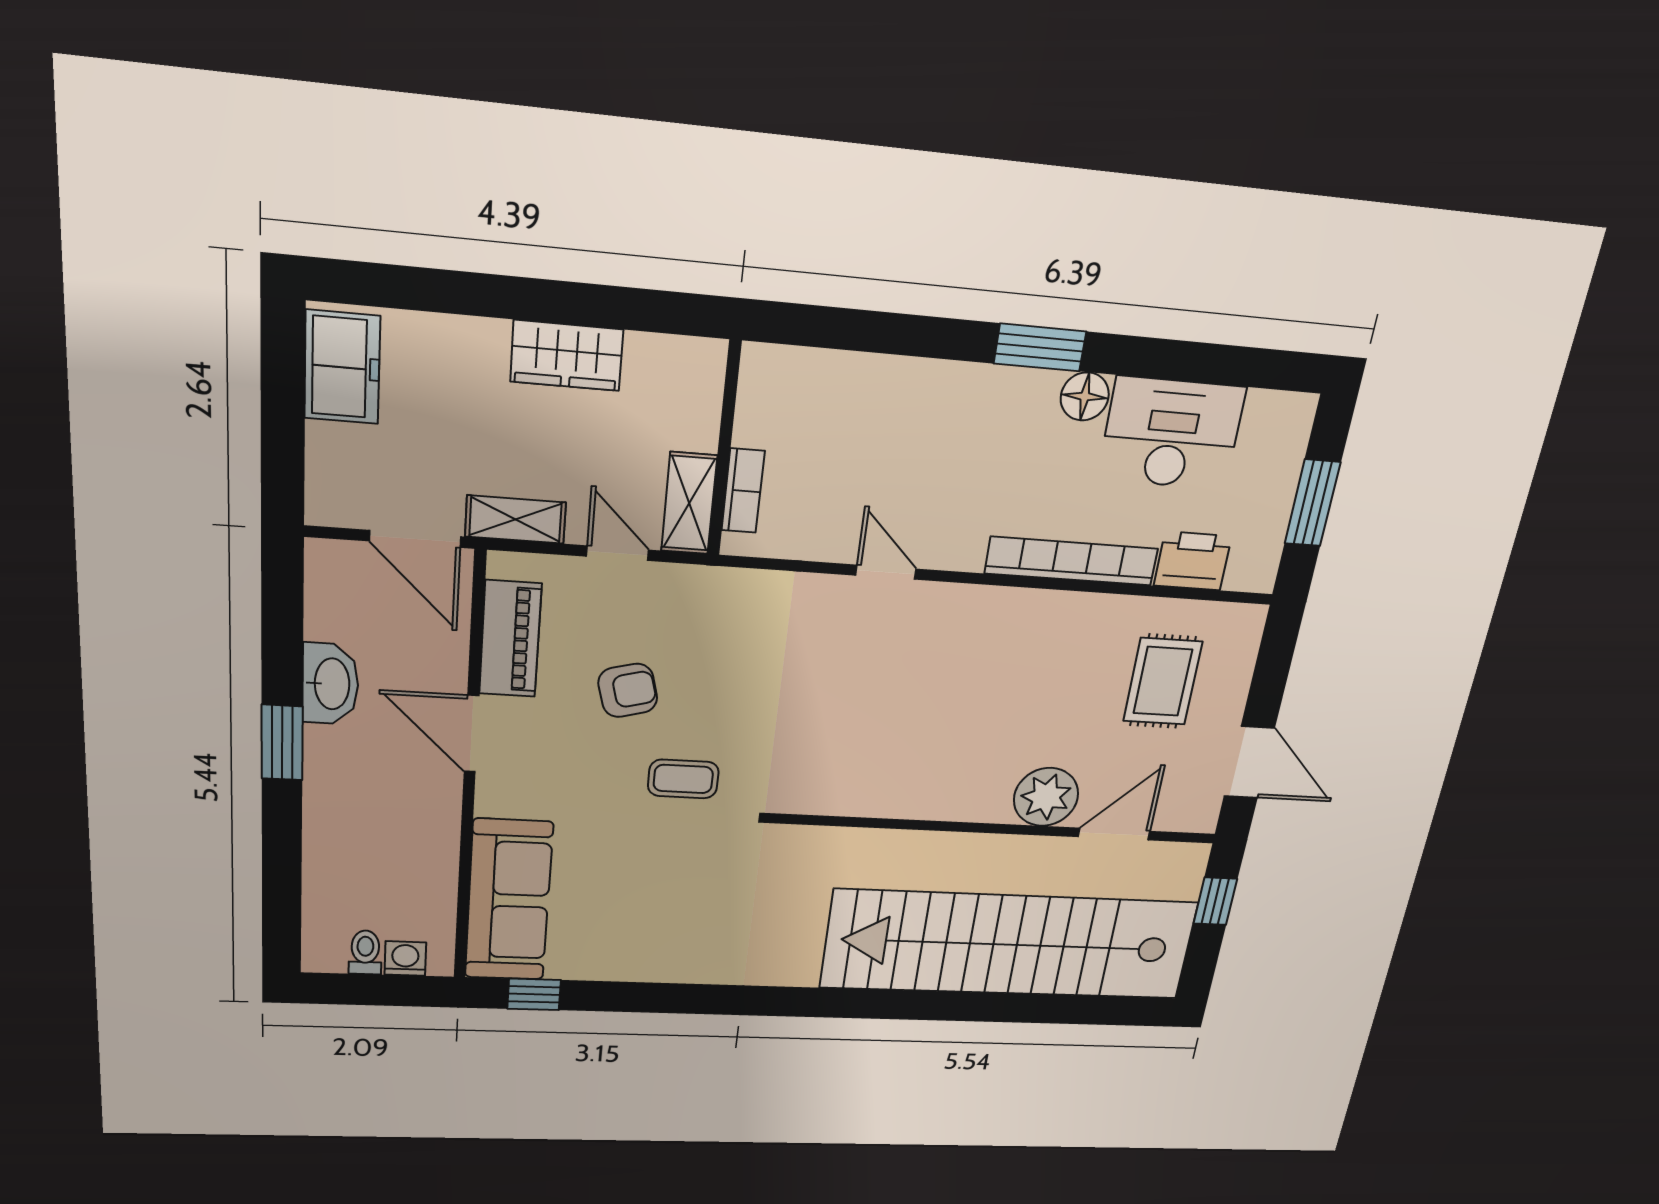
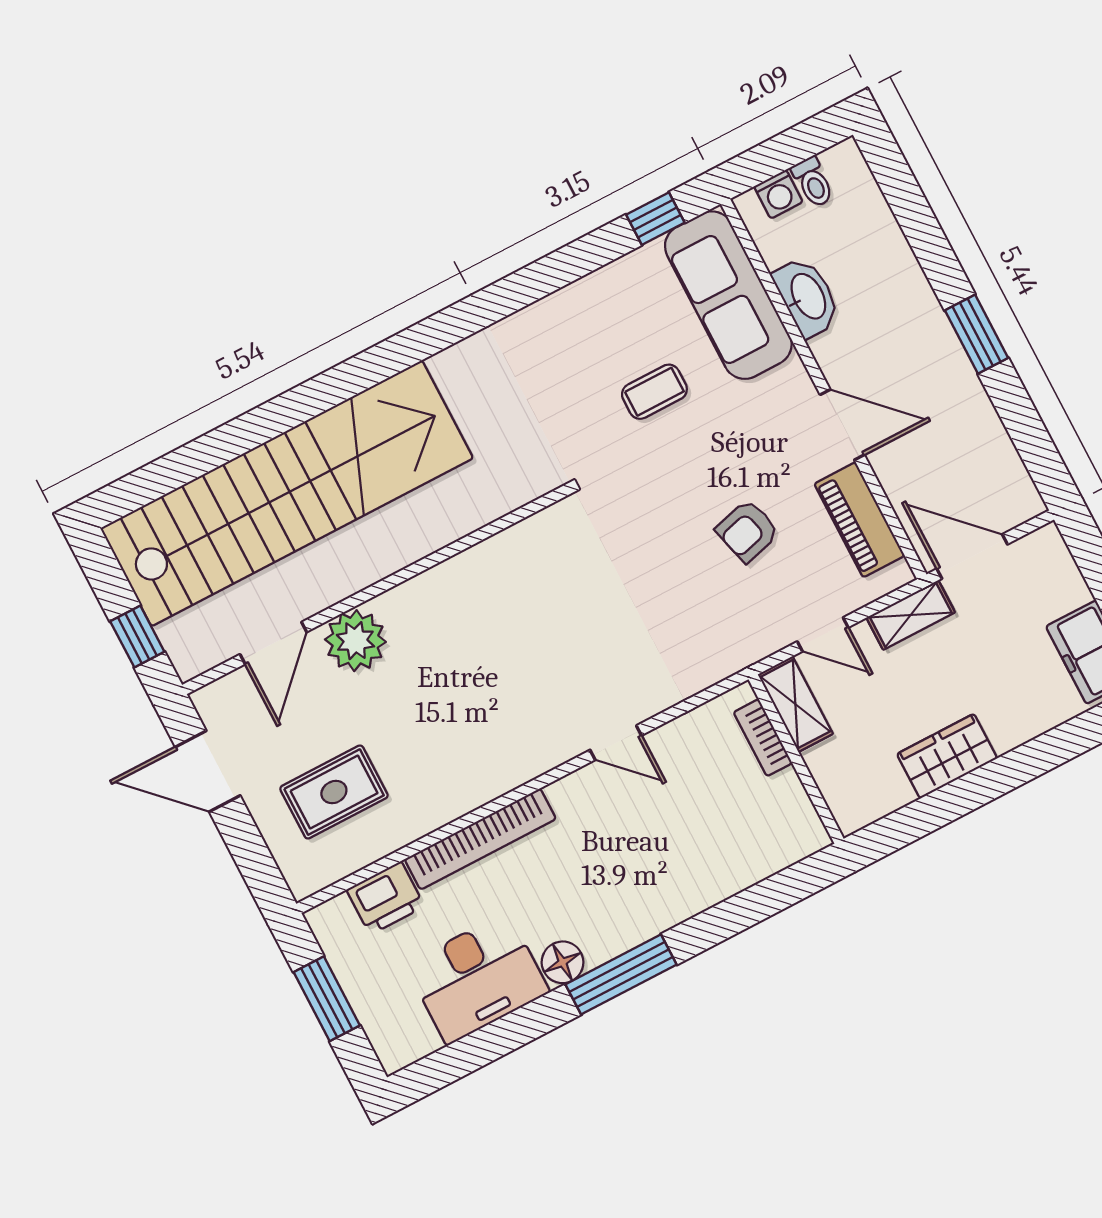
window: (1040, 347) -> (621, 974), width x1.44
rug: (1163, 681) -> (334, 792), turned 90
washbasin: (330, 684) -> (807, 297), moved, turned 180
coffee table: (683, 779) -> (654, 392), moved

